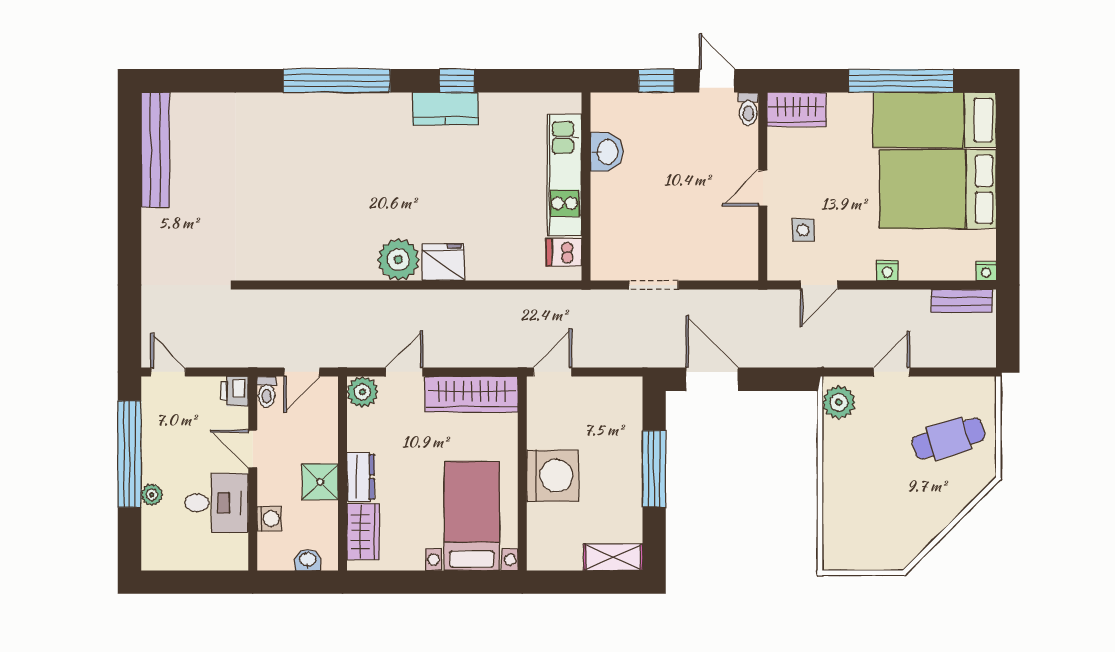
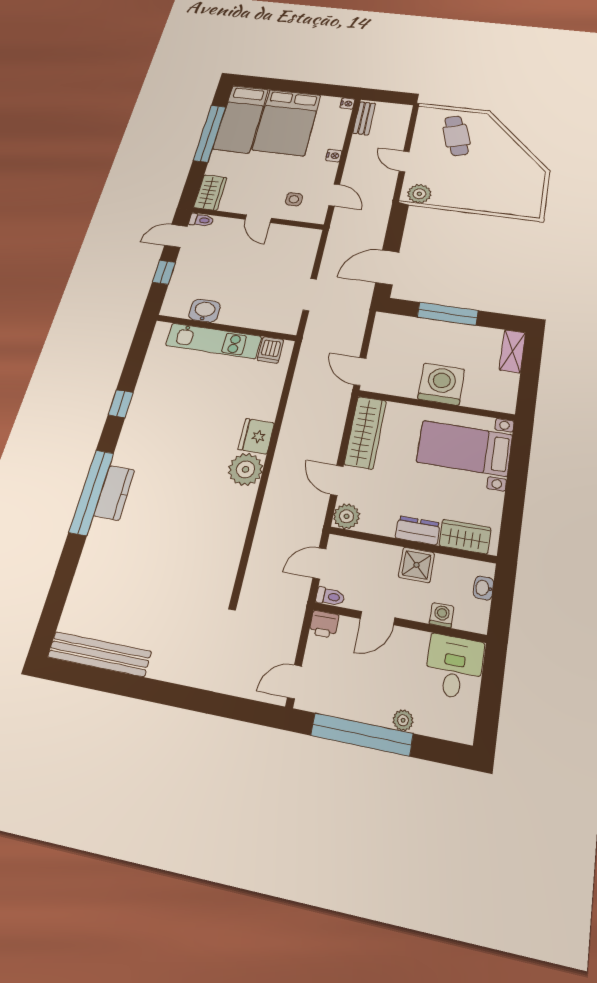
kitchen counter: (445, 109) -> (114, 493), moved
door: (302, 372) -> (319, 563), swing flipped
desk: (217, 503) -> (454, 667), moved

